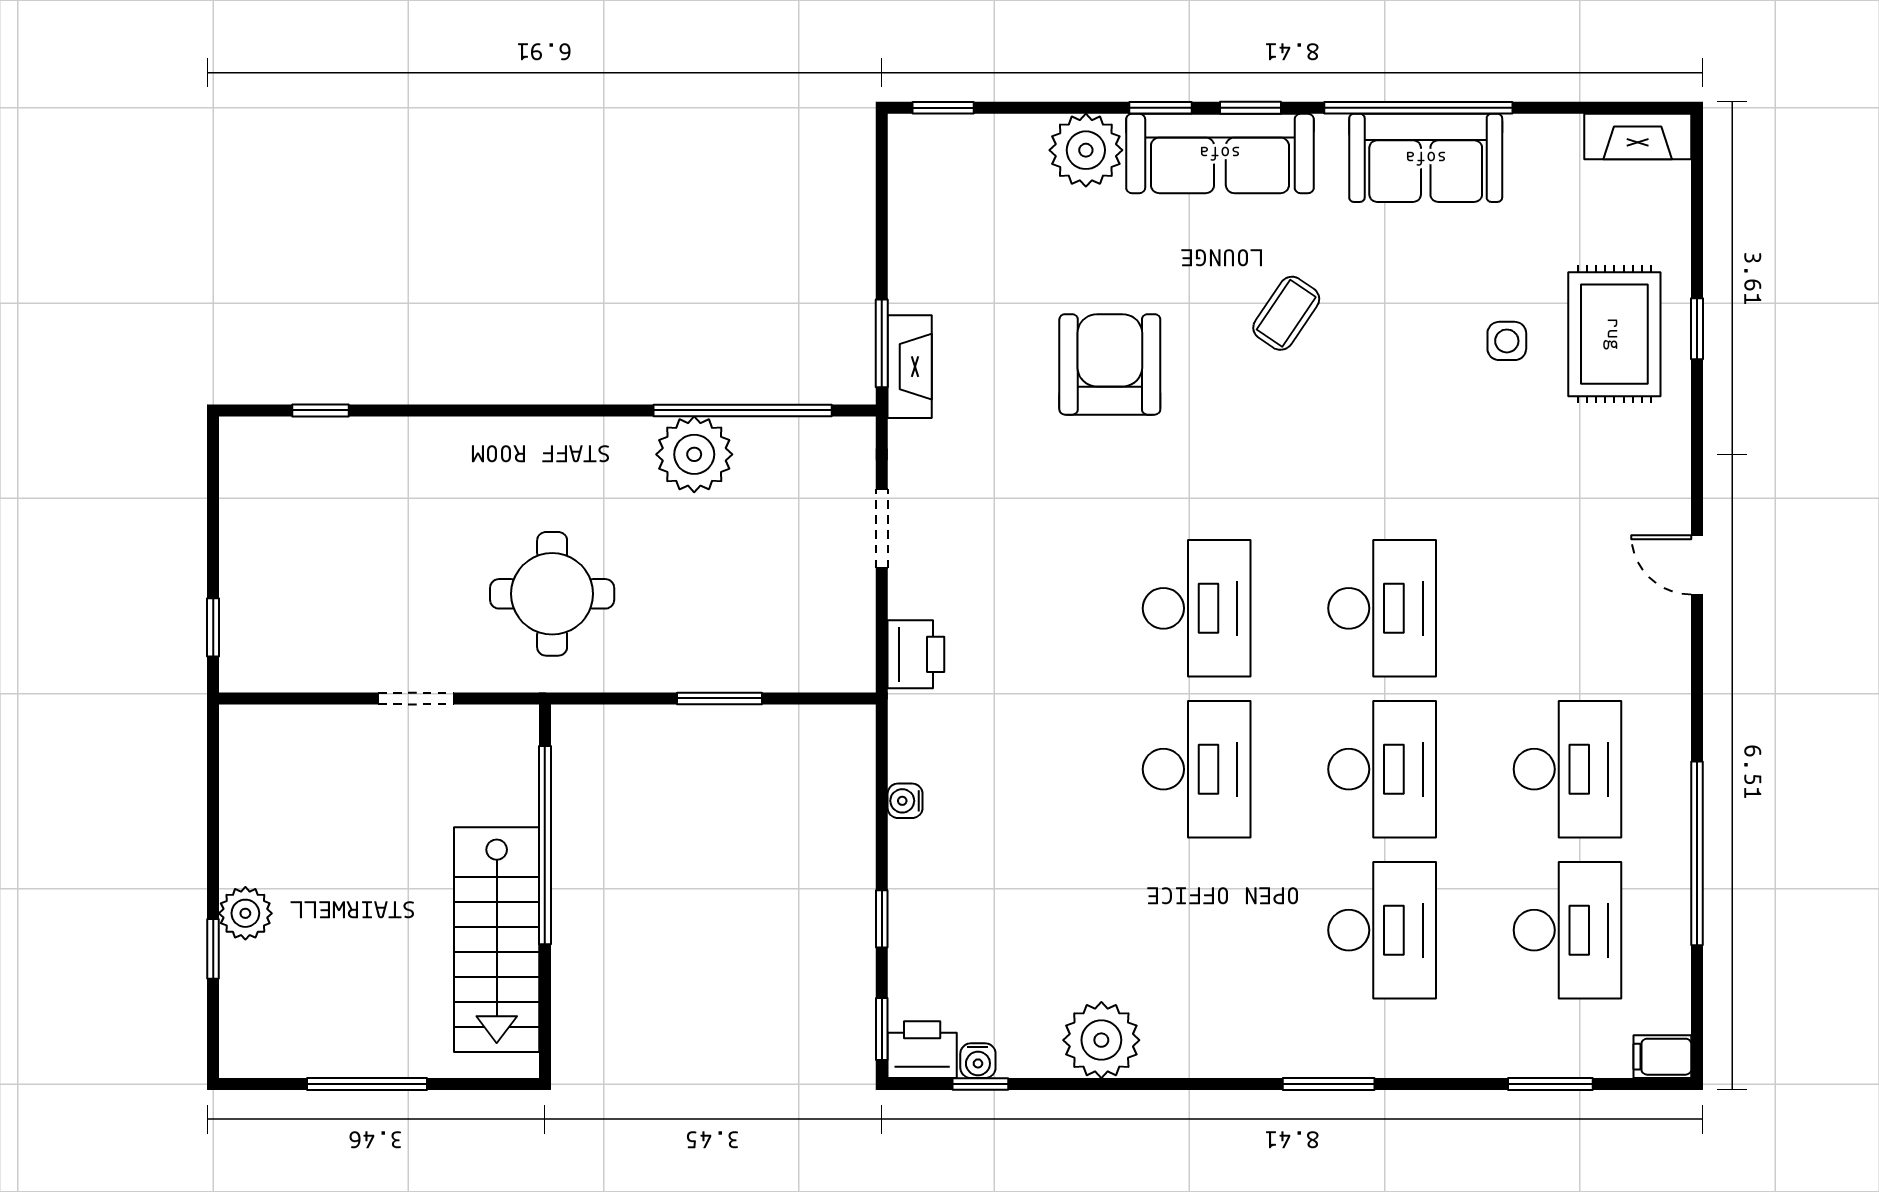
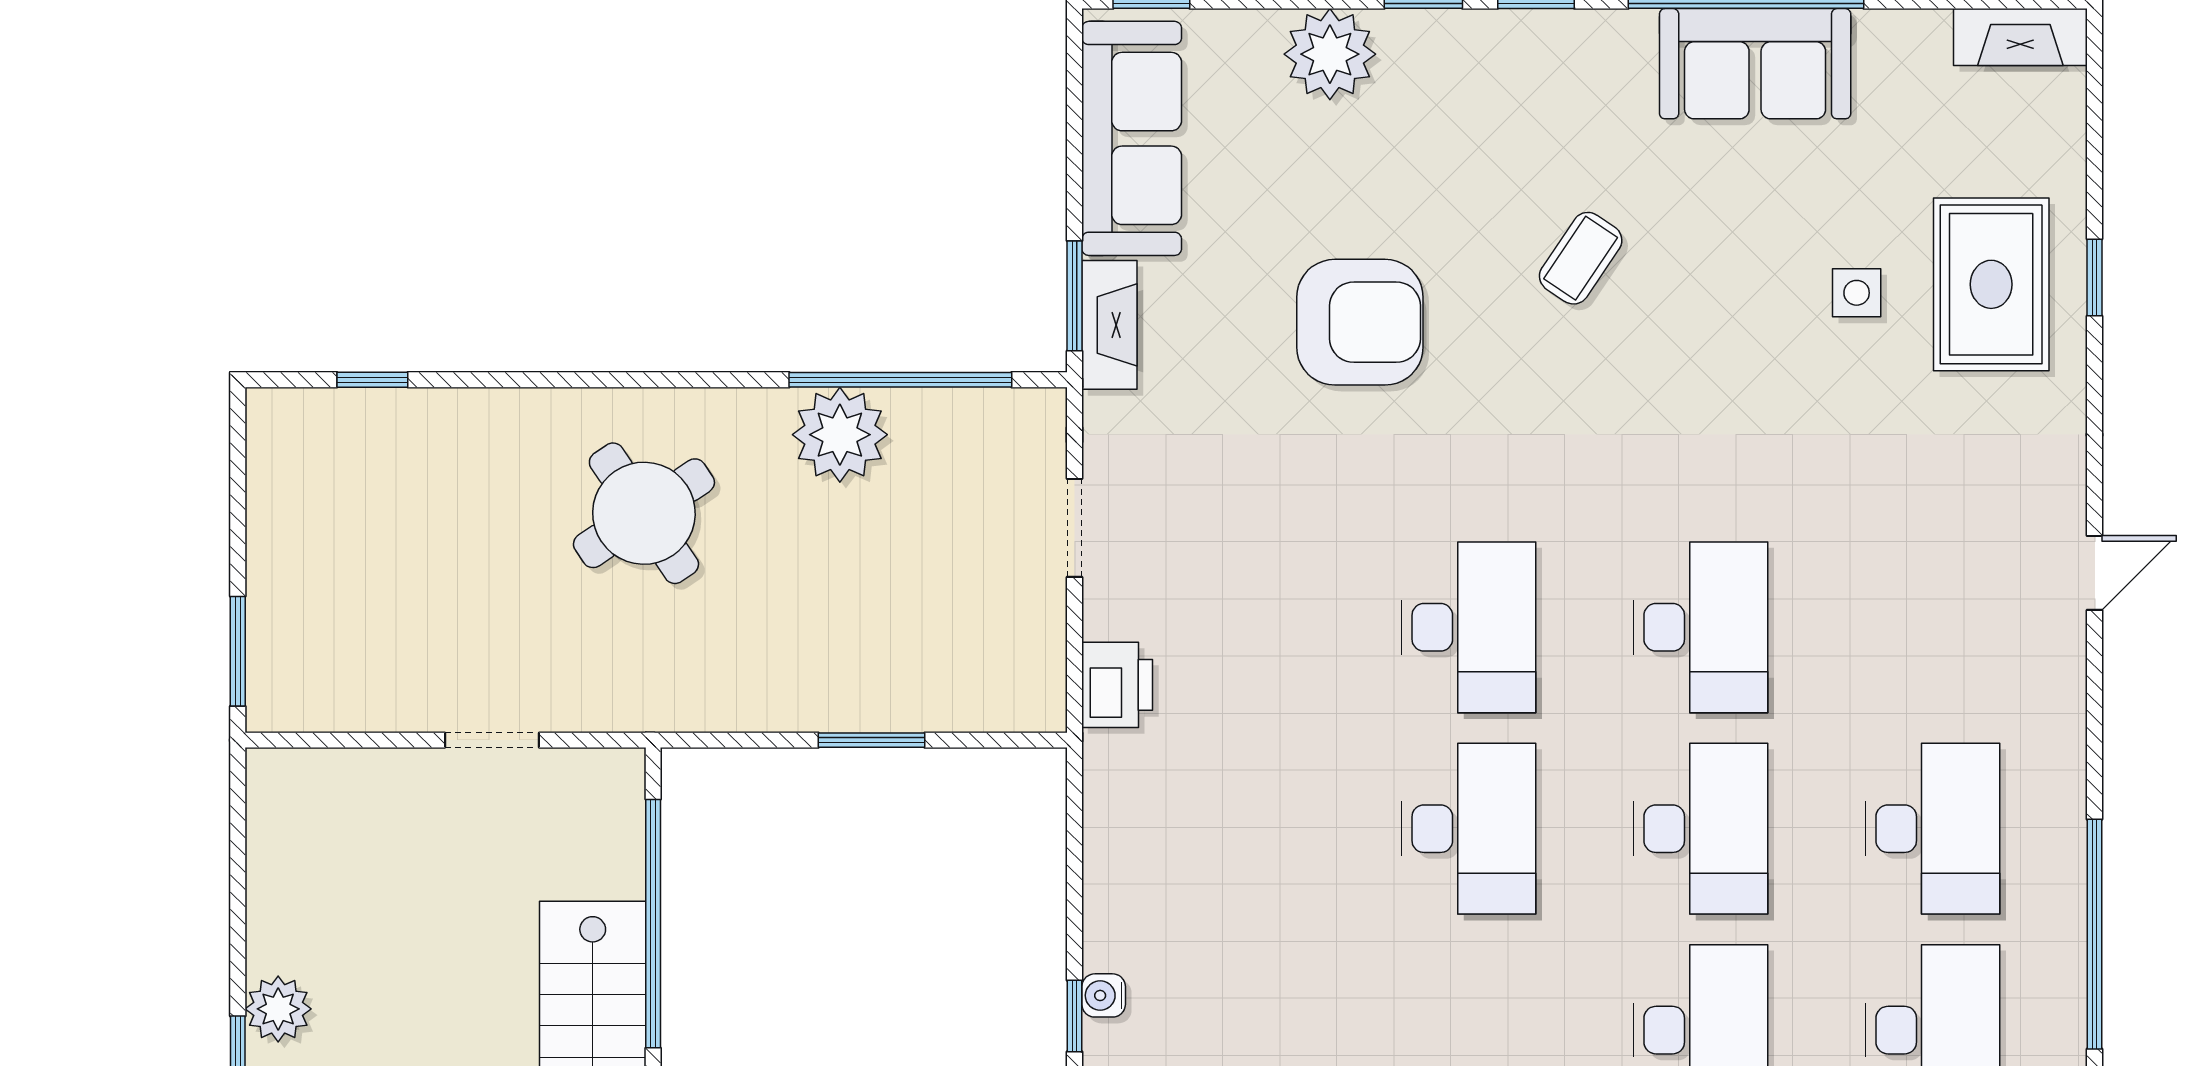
sofa: (1220, 153) -> (1132, 138), moved, turned -90
armchair: (1110, 364) -> (1360, 322), turned 90
door: (1697, 565) -> (2095, 573), swing flipped
round table: (552, 594) -> (644, 513), moved, turned -34
window: (213, 627) -> (238, 651), width x1.50
water cooler: (905, 801) -> (1104, 995), moved

